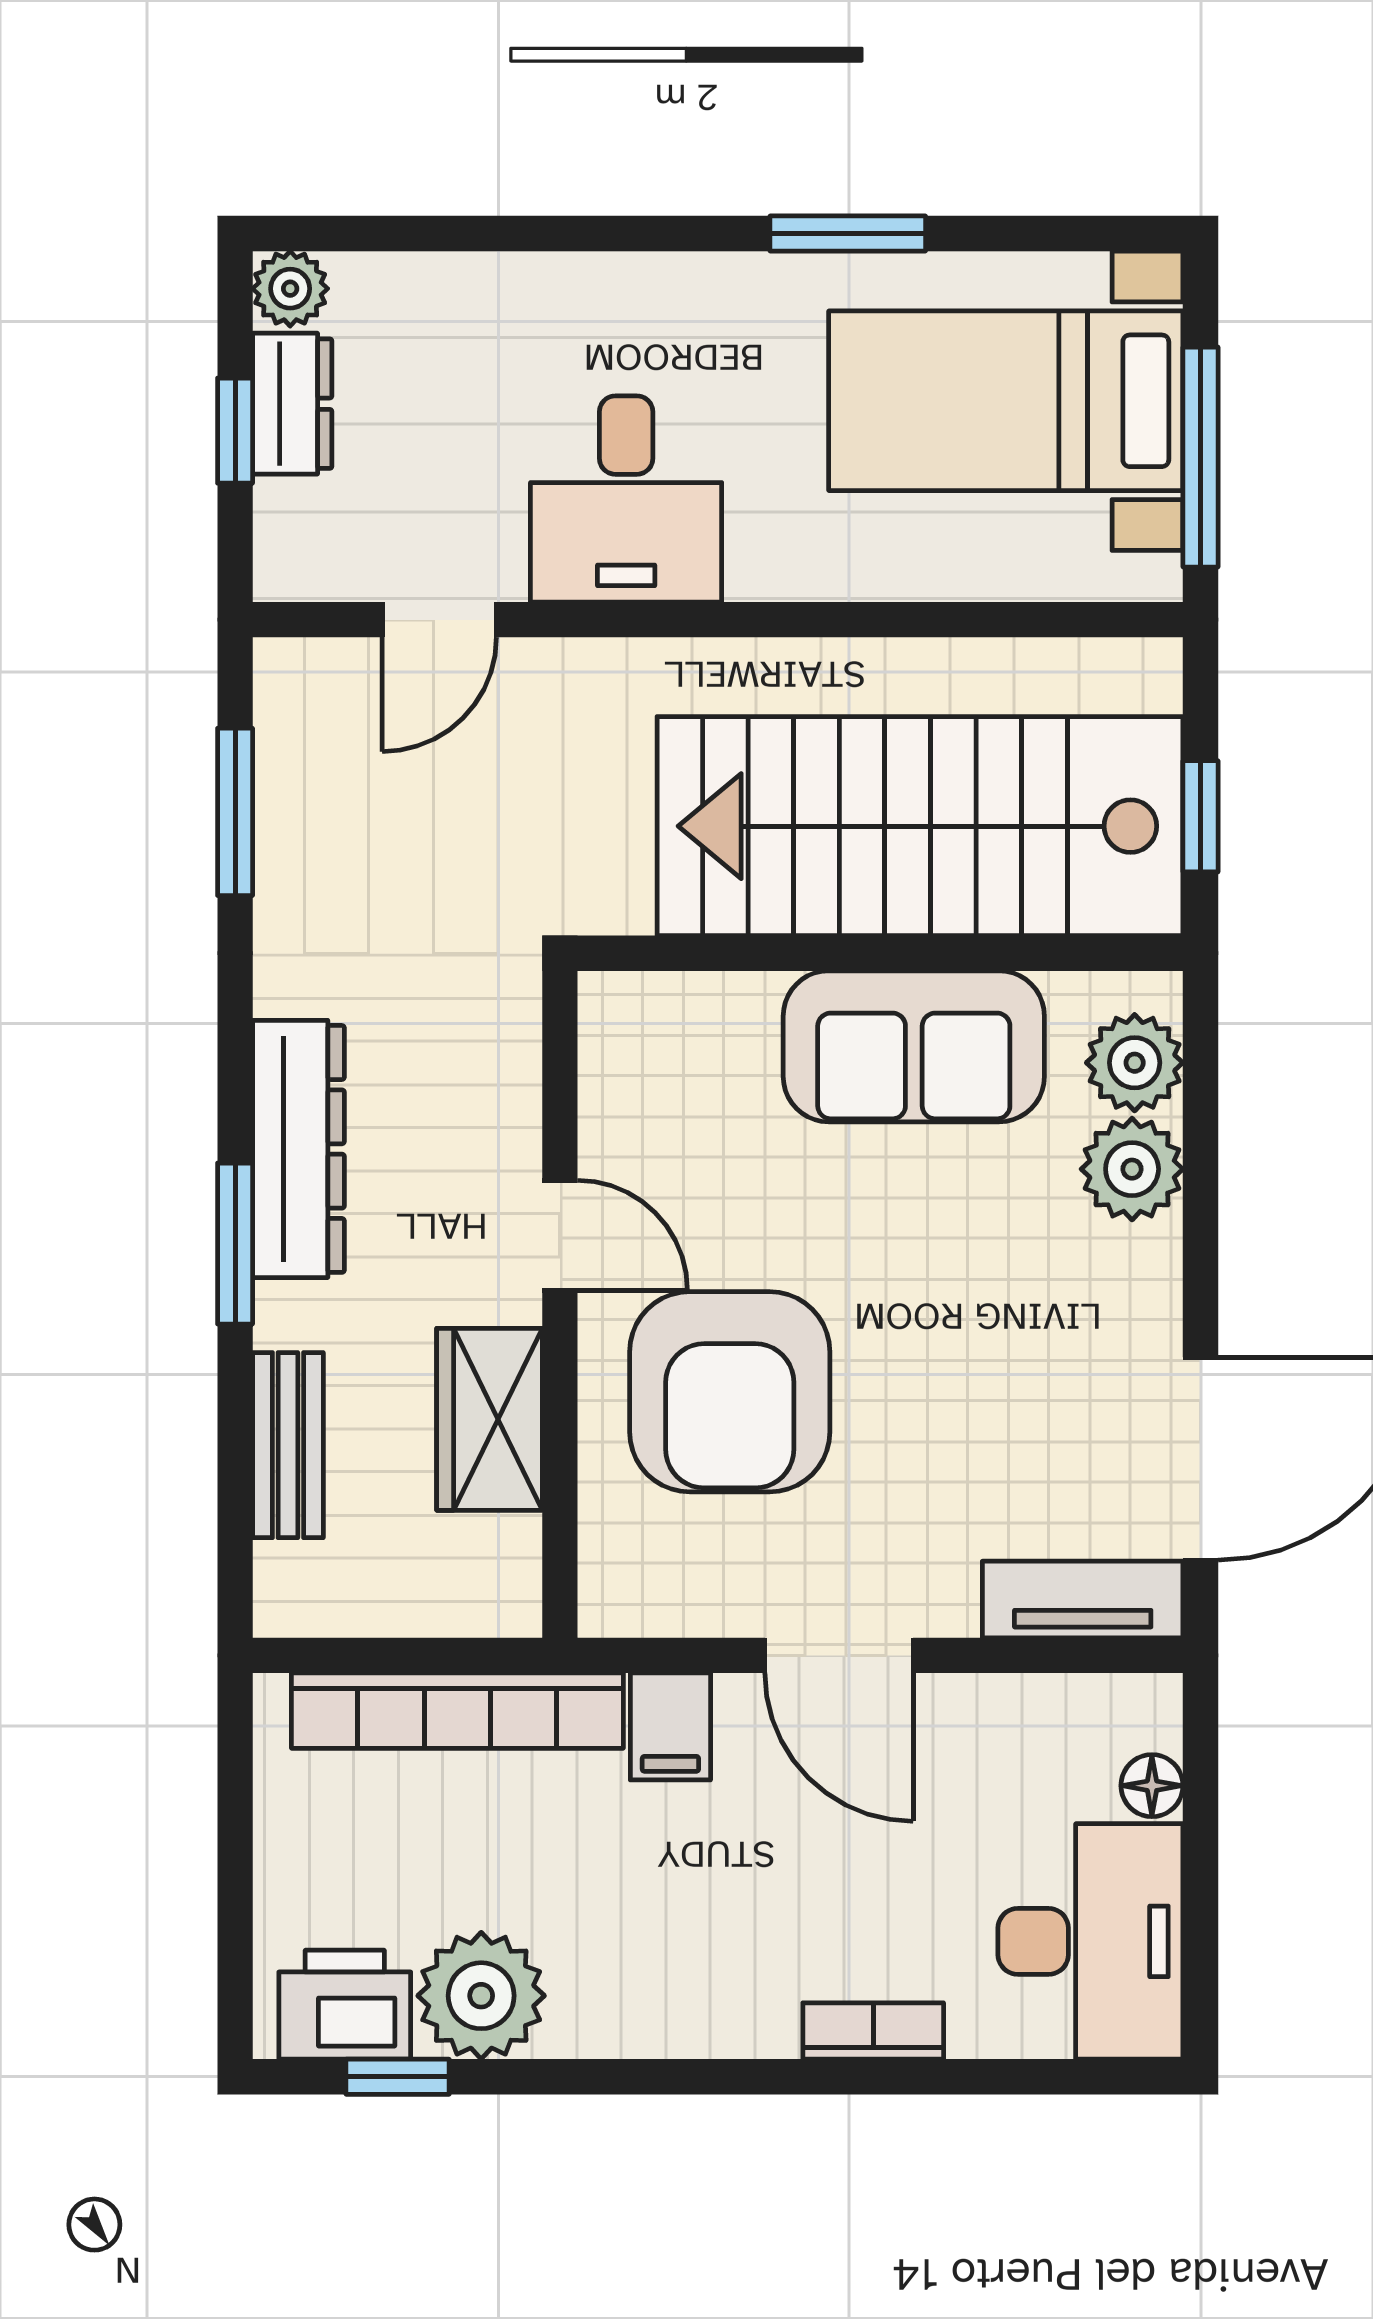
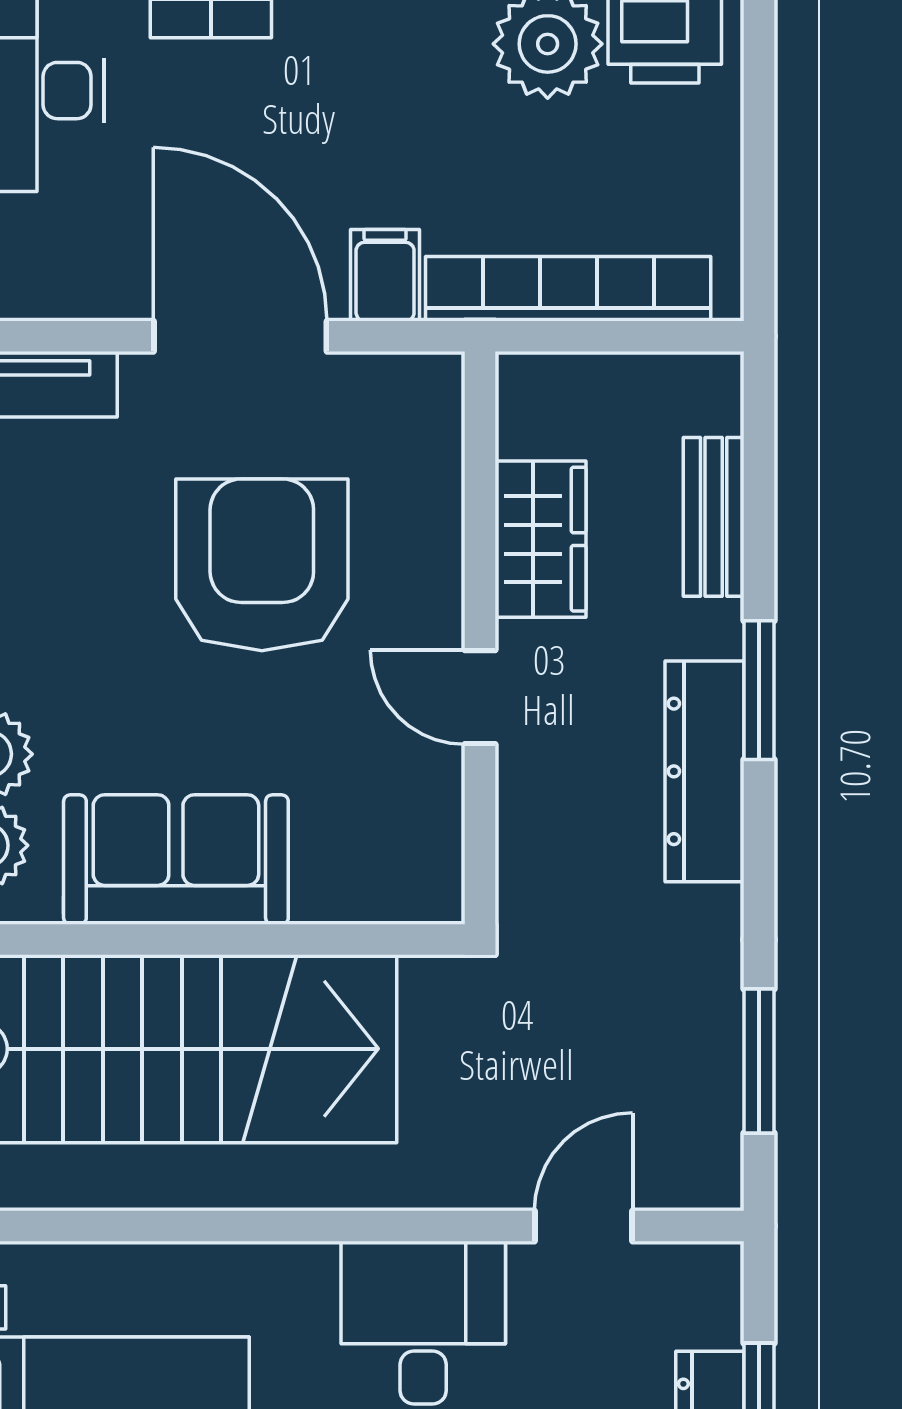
armchair: (730, 1392) -> (262, 565), moved
door: (839, 1655) -> (240, 336), width x1.36

